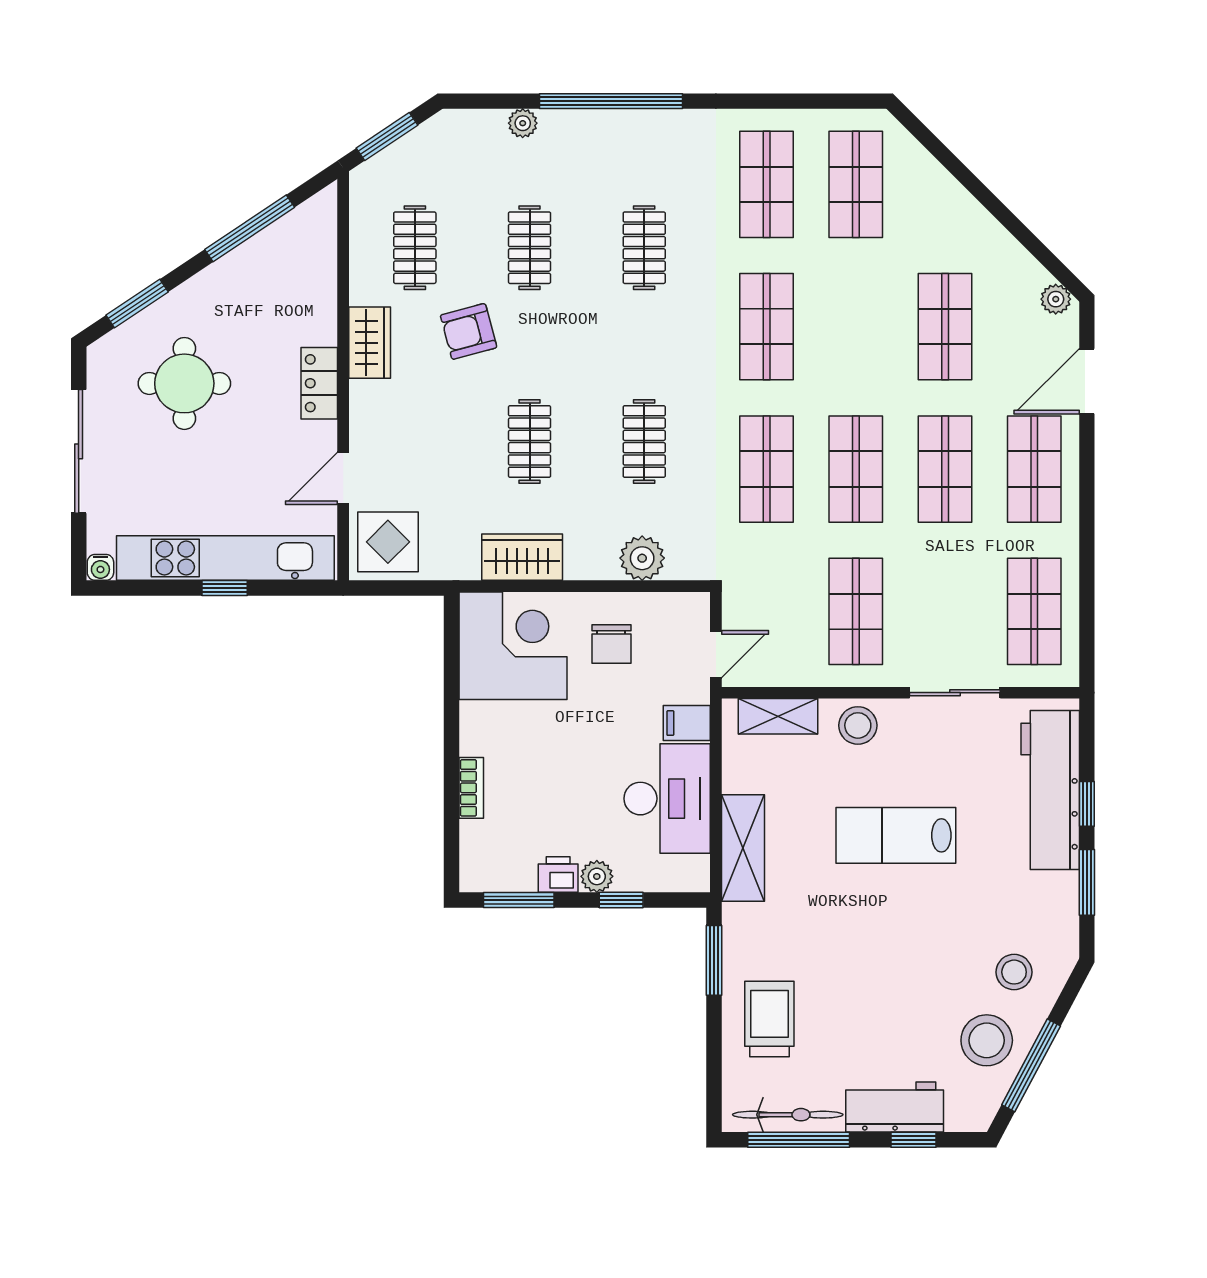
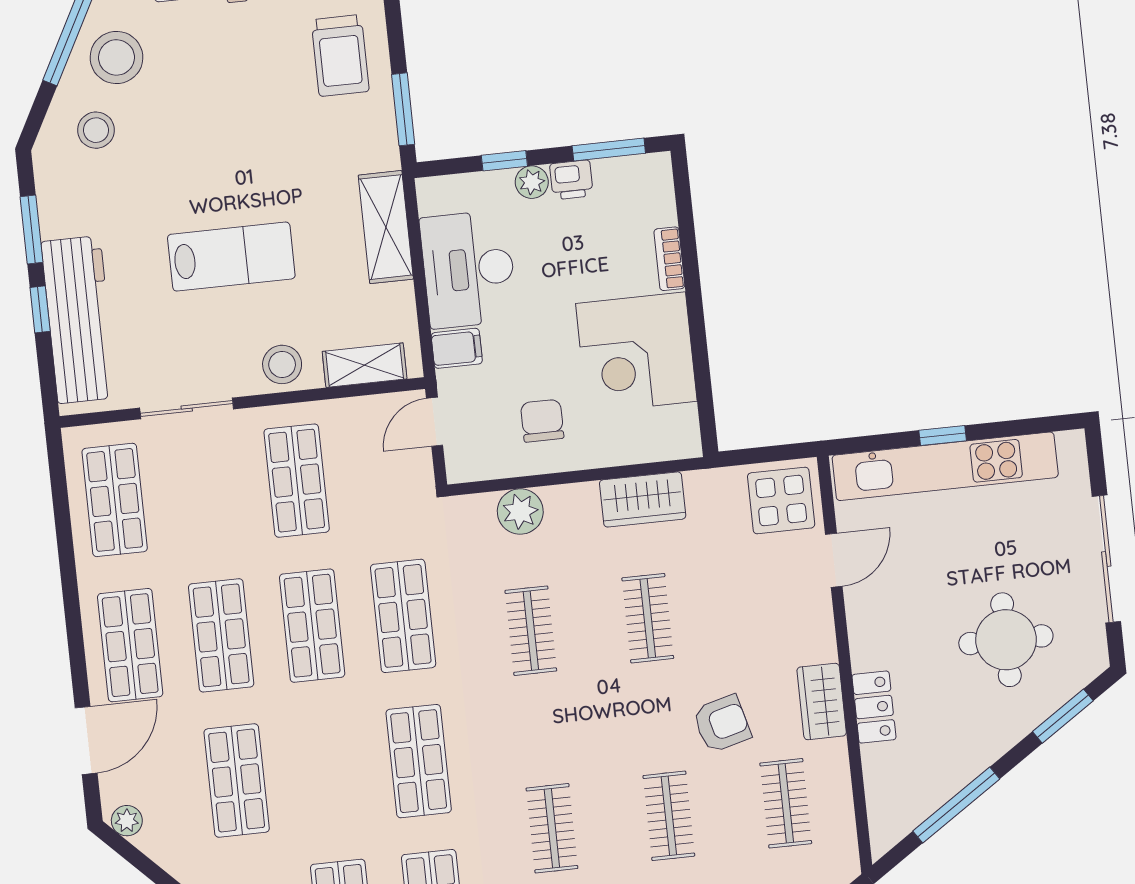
locker: (319, 383) -> (874, 707), moved
water cooler: (100, 567) -> (1071, 443), removed
corner desk: (513, 646) -> (636, 352), moved

